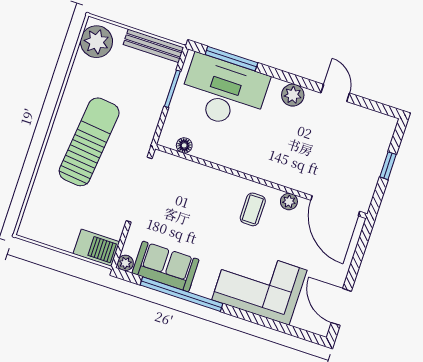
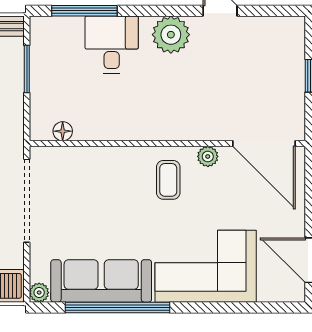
desk: (224, 92) -> (112, 45), width x0.53, depth x0.77
plant: (293, 95) -> (171, 35), width x1.36, depth x1.36
sofa: (166, 266) -> (101, 281), width x1.36

